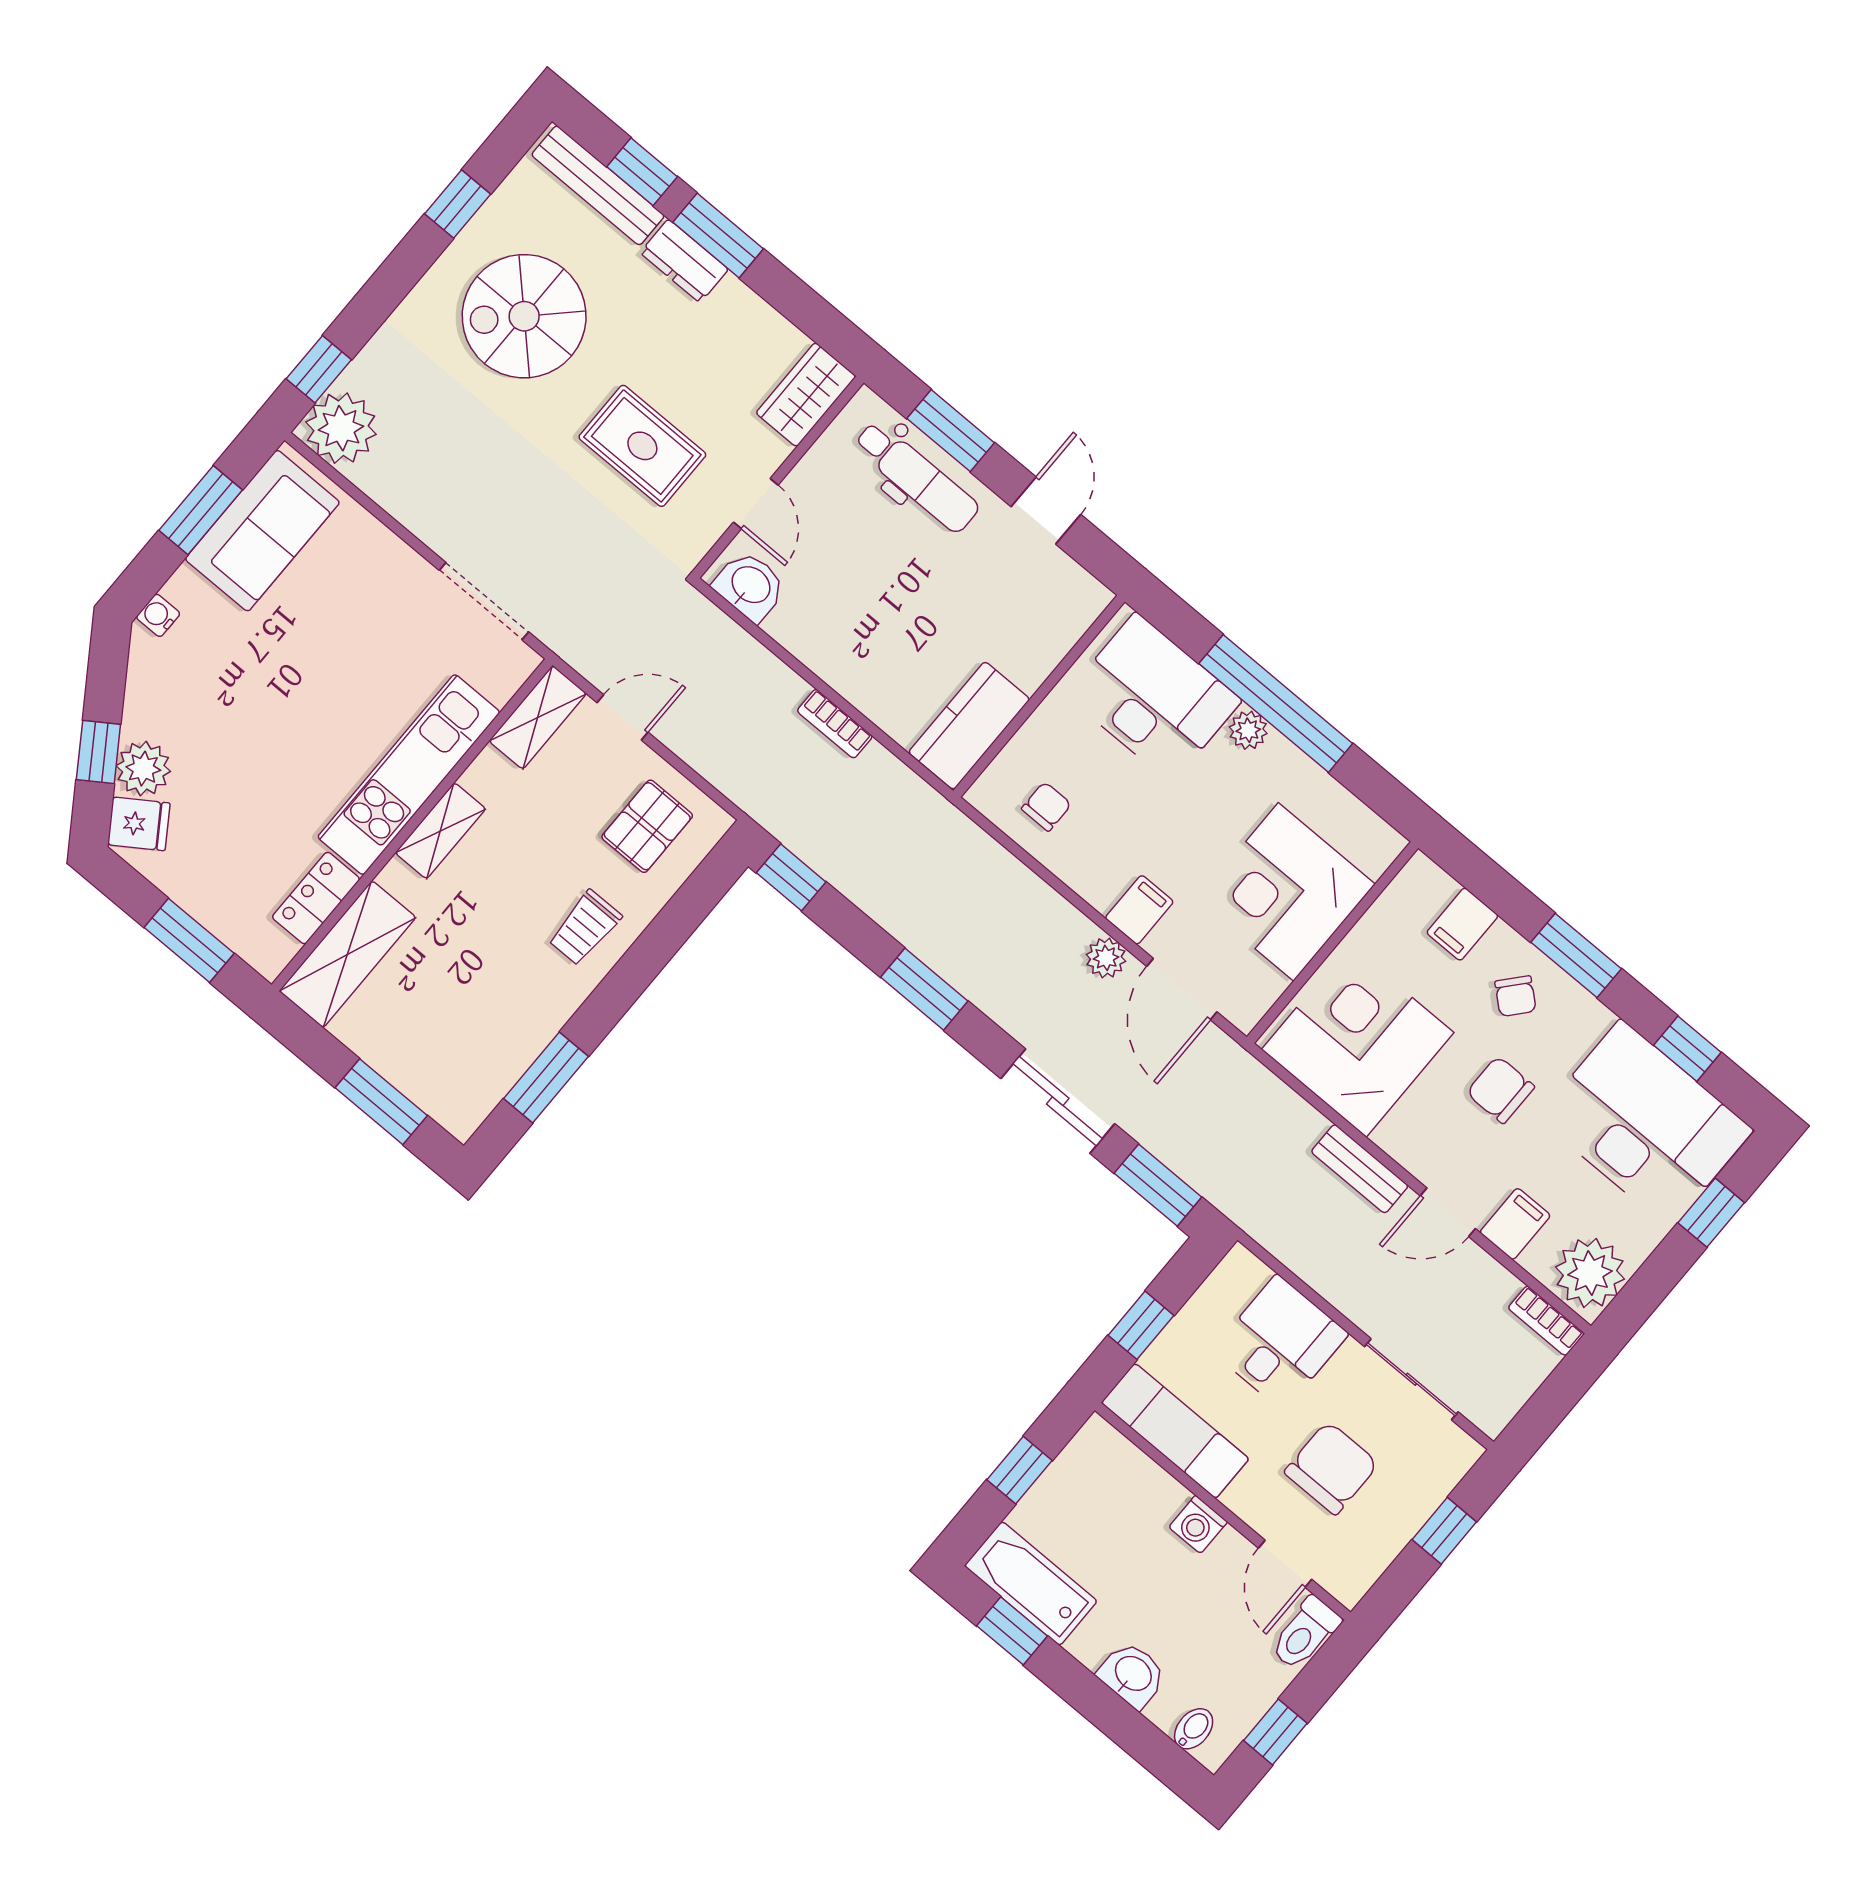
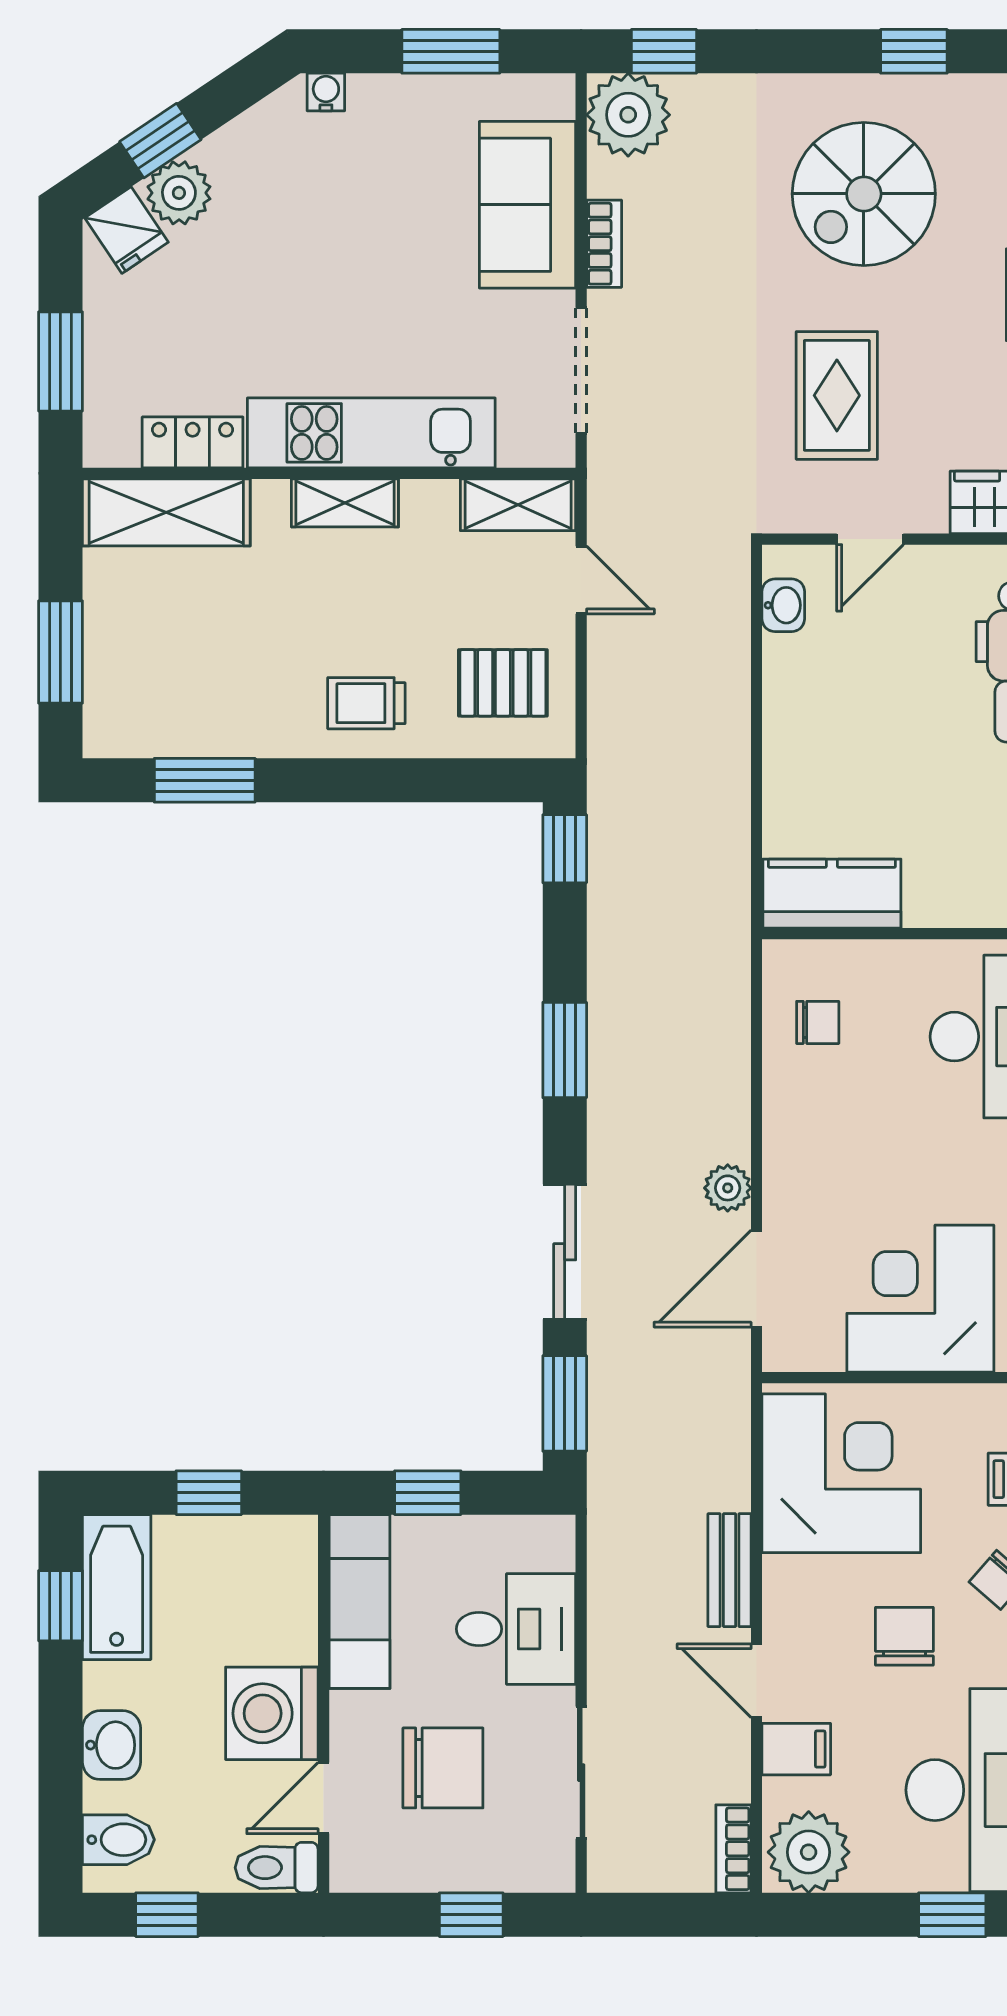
spiral stairs: (524, 316) -> (864, 194), turned -90
sofa: (262, 531) -> (528, 205), moved, turned 90
washbasin: (750, 586) -> (783, 605), width x0.72, depth x0.69
bookcase: (835, 724) -> (604, 244), moved, turned 180
filing cabinet: (1139, 910) -> (795, 1182), removed
washing machine: (1198, 1524) -> (272, 1713), width x1.89, depth x1.89
bidet: (1194, 1729) -> (118, 1840), width x1.38, depth x1.36

